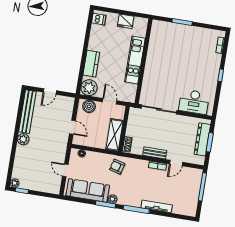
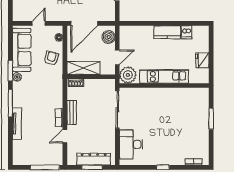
dishwasher: (99, 19) -> (187, 32), moved
kitchen counter: (91, 64) -> (167, 32), moved
plant: (89, 88) -> (128, 75), moved
door: (72, 127) -> (84, 23), width x1.88
door: (176, 163) -> (65, 136), hinge flipped
armchair: (117, 167) -> (51, 58), moved

